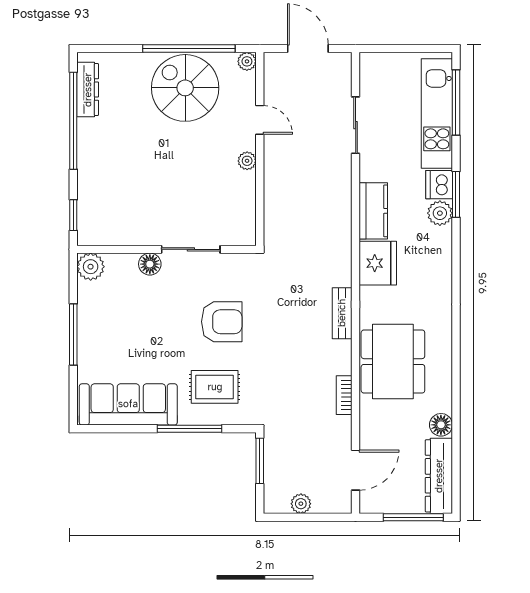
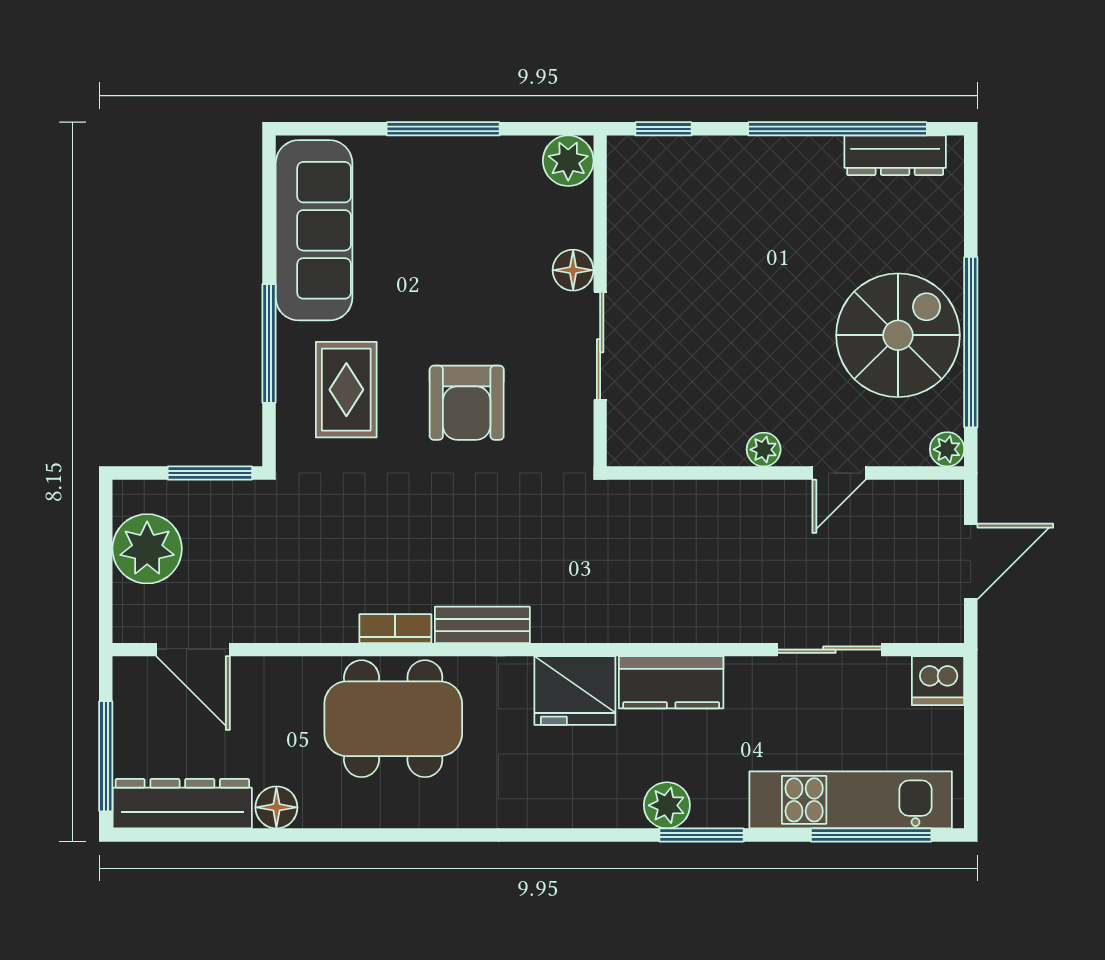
dishwasher: (439, 185) -> (938, 681), moved, turned 180
bookcase: (344, 395) -> (395, 629), moved
plant: (301, 504) -> (147, 549), width x1.88, depth x1.88

